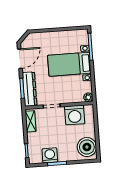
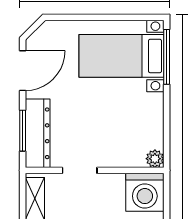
bed with nightstands: (69, 64) -> (121, 56), moved
washing machine: (75, 115) -> (145, 192), moved

